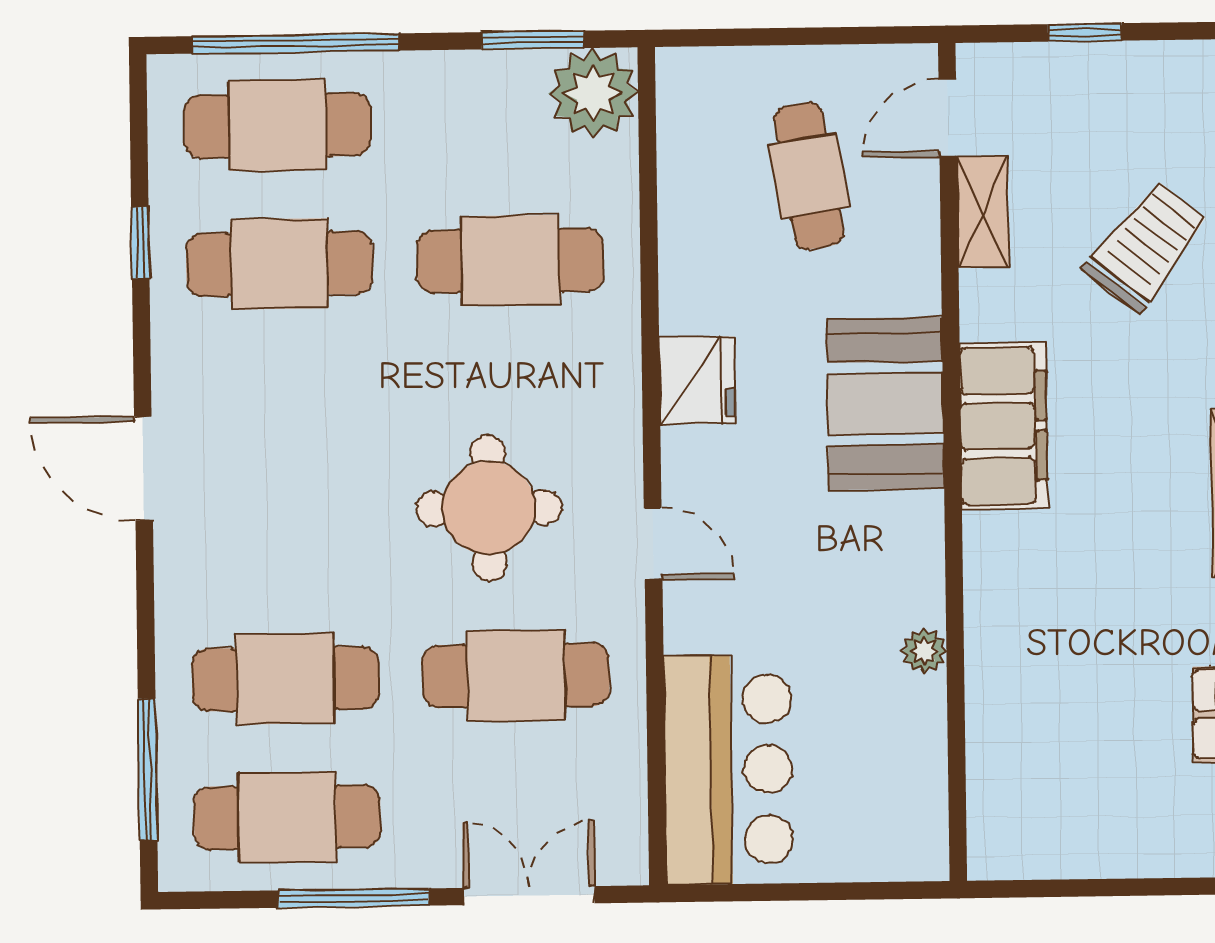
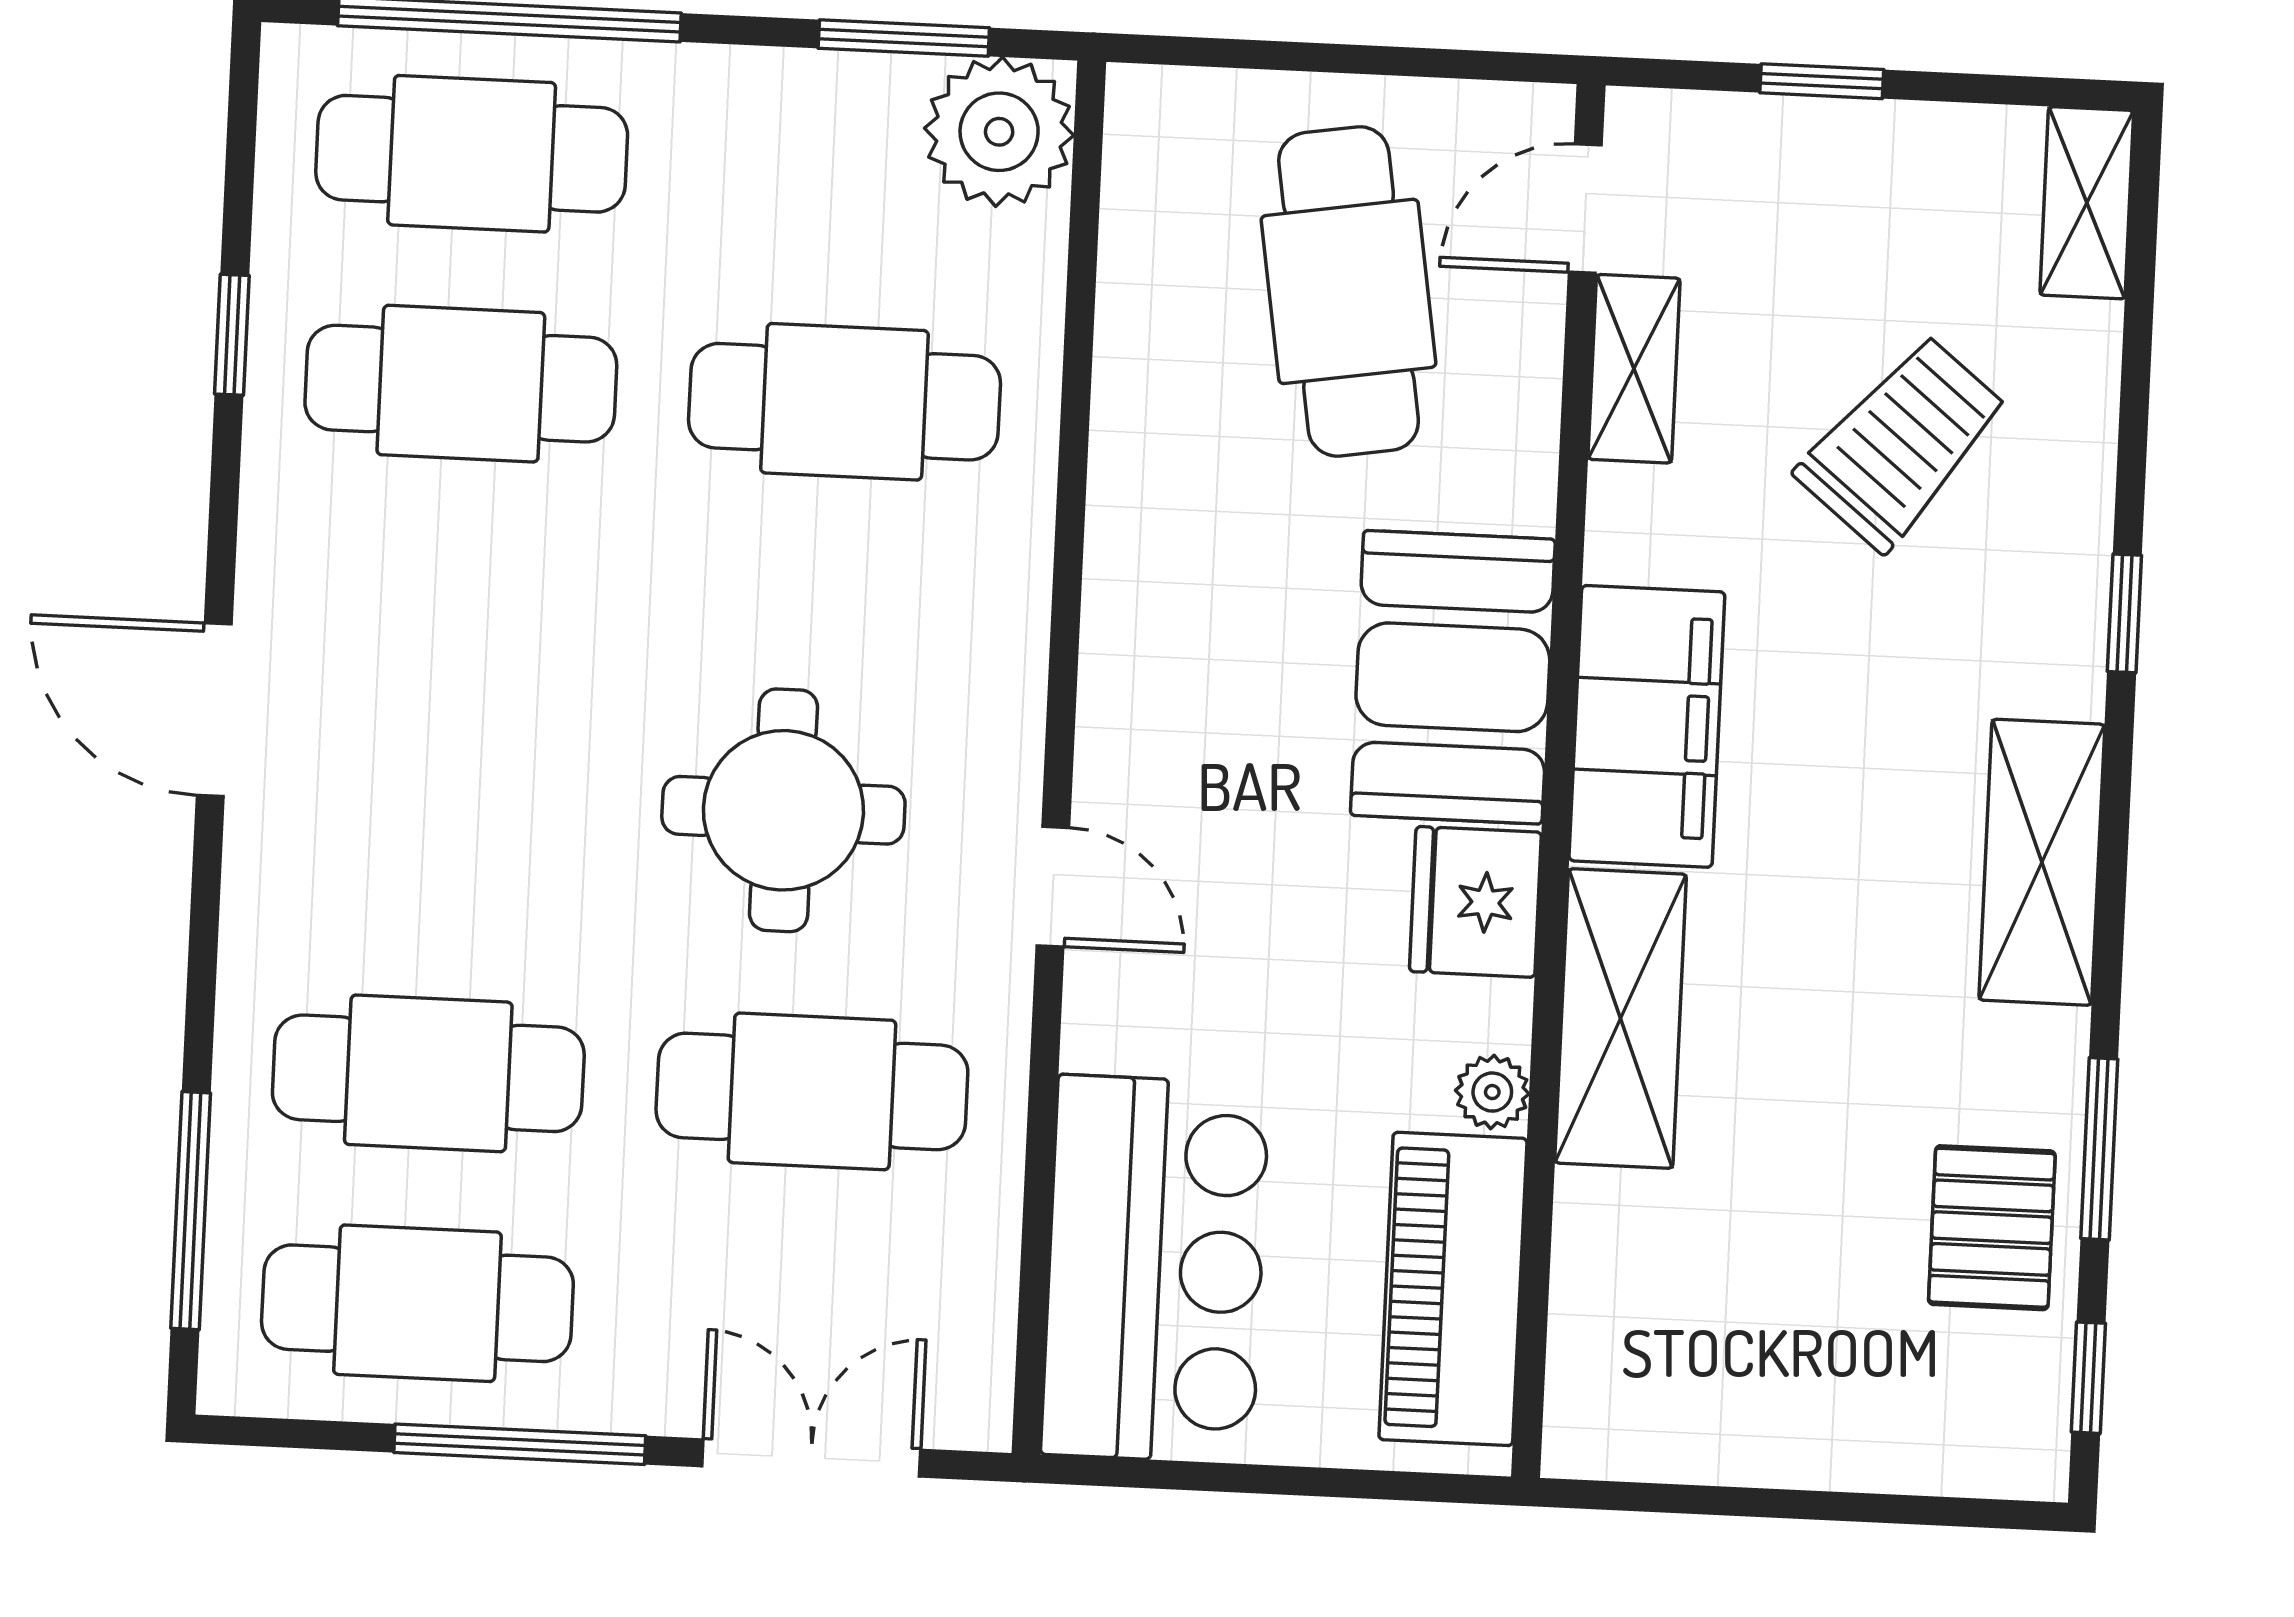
cafe table: (809, 176) -> (1349, 291), width x1.37, depth x1.35
fridge: (697, 380) -> (1475, 902), moved, turned 180
shelving: (999, 602) -> (1621, 1019), added
piano: (908, 771) -> (1453, 1289), added

